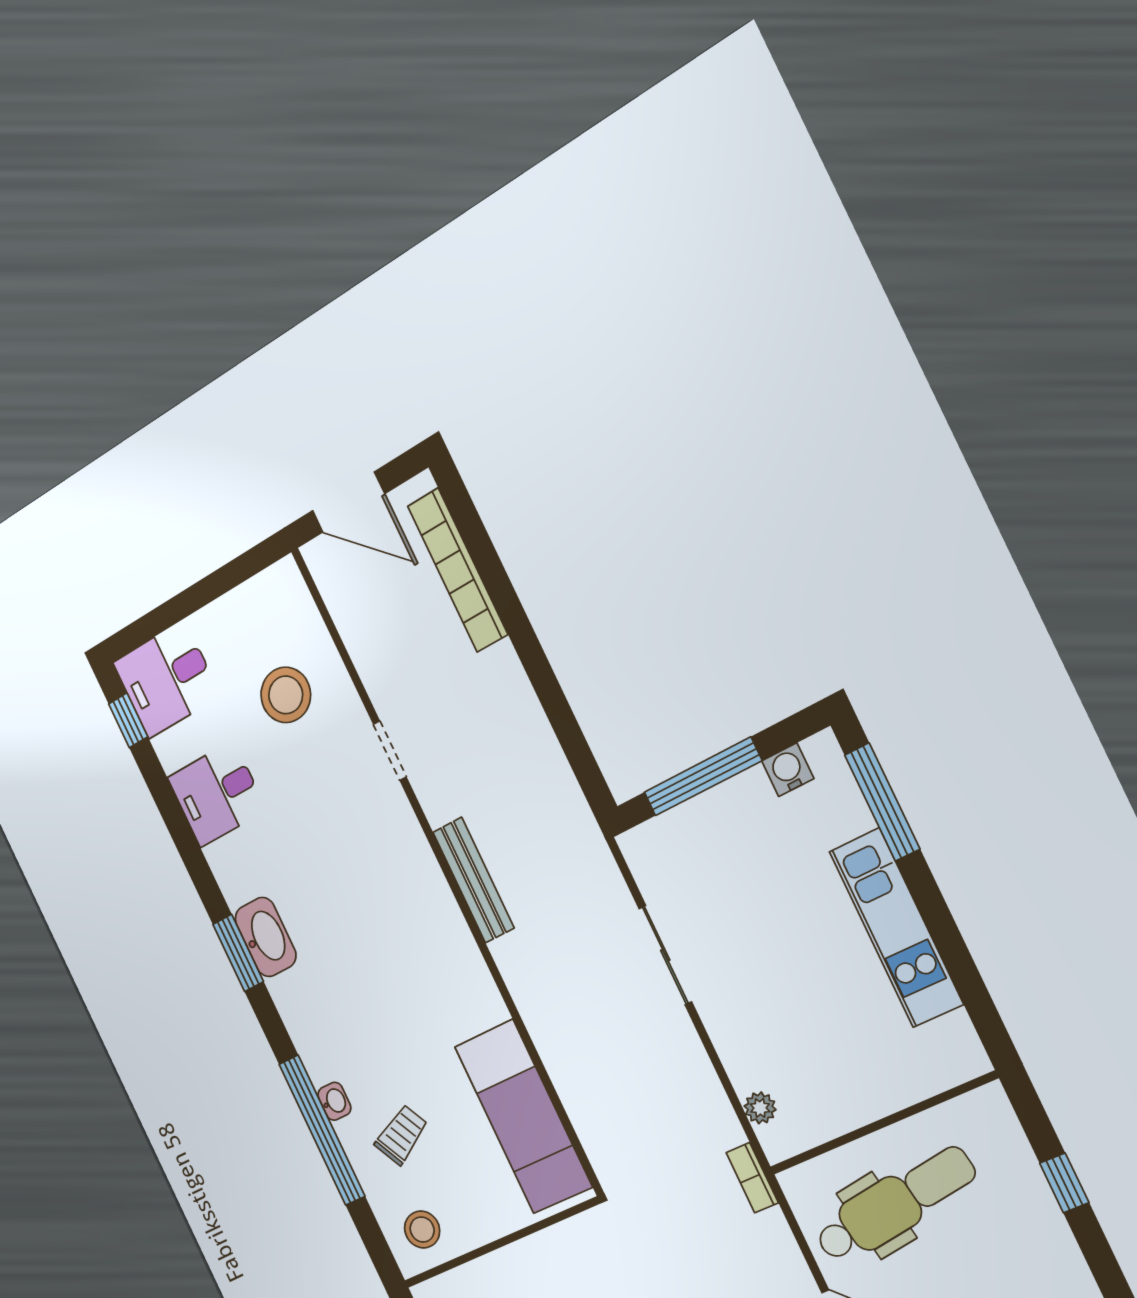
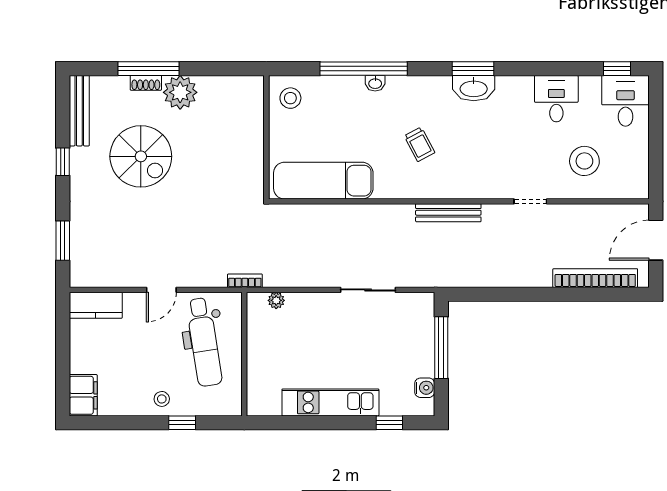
window: (882, 802) -> (389, 423), width x0.46
trolley: (401, 1135) -> (419, 144), moved
stool: (1037, 1239) -> (162, 399), added

